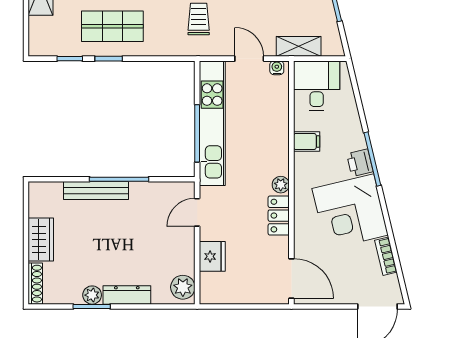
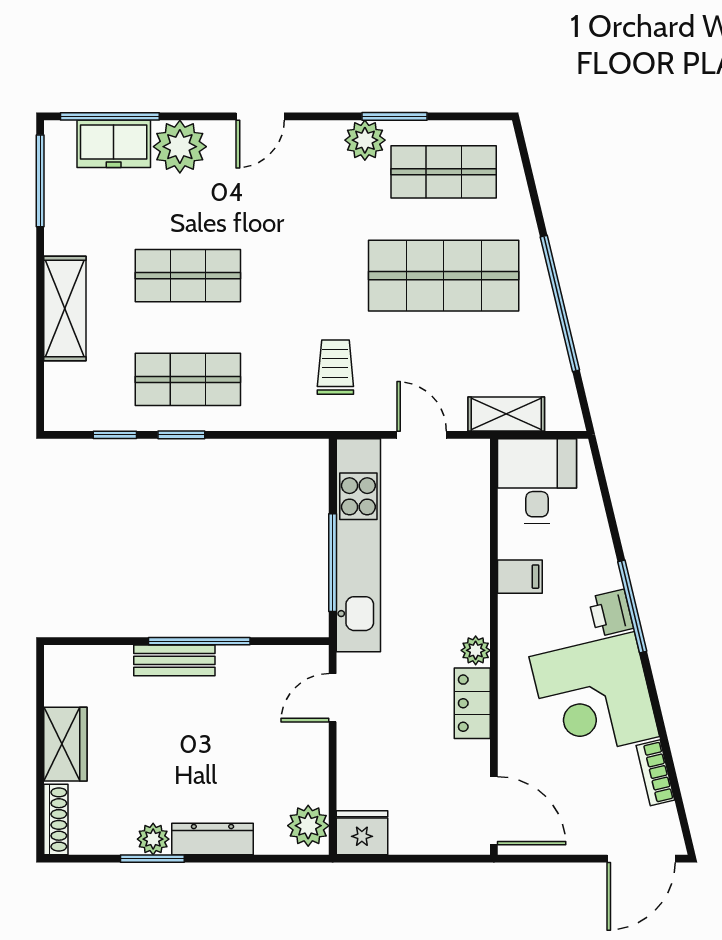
water cooler: (277, 68) -> (469, 451), removed
bench: (96, 191) -> (174, 660), width x0.73
fridge: (212, 256) -> (362, 833), moved, turned -90

